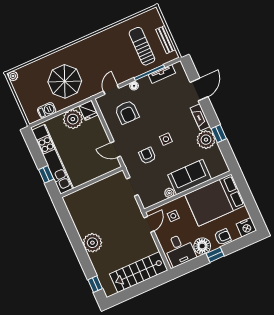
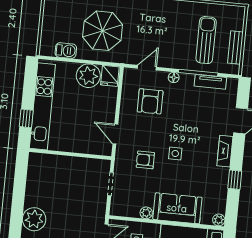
plant: (206, 140) -> (219, 220), moved, width x0.53, depth x0.53
armchair: (147, 156) -> (145, 160), turned -90

